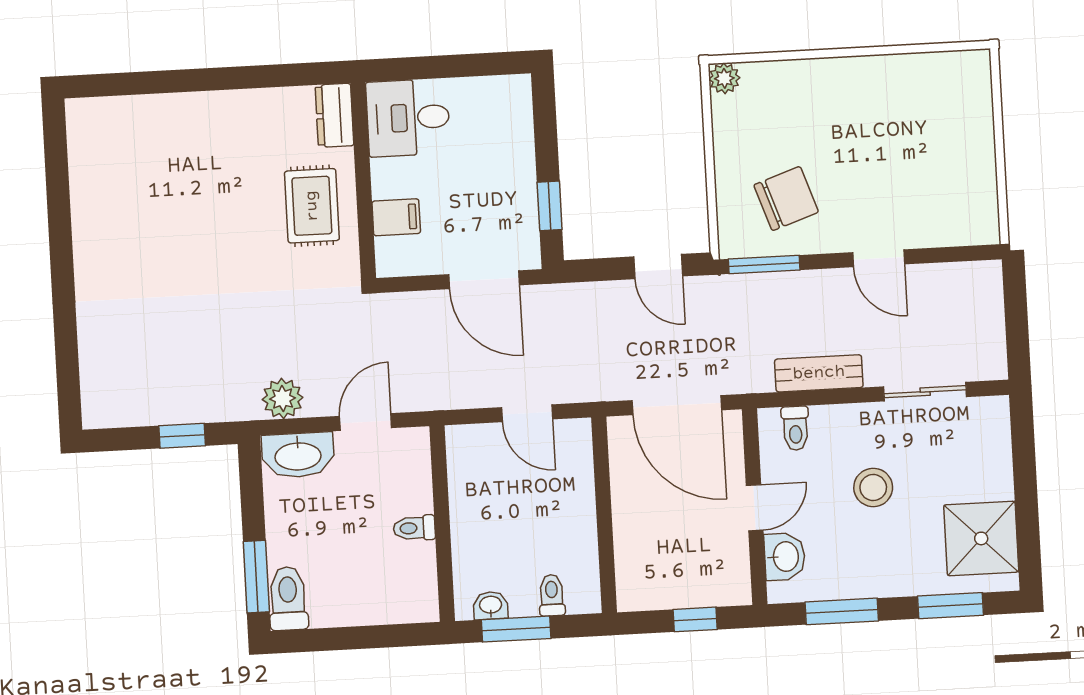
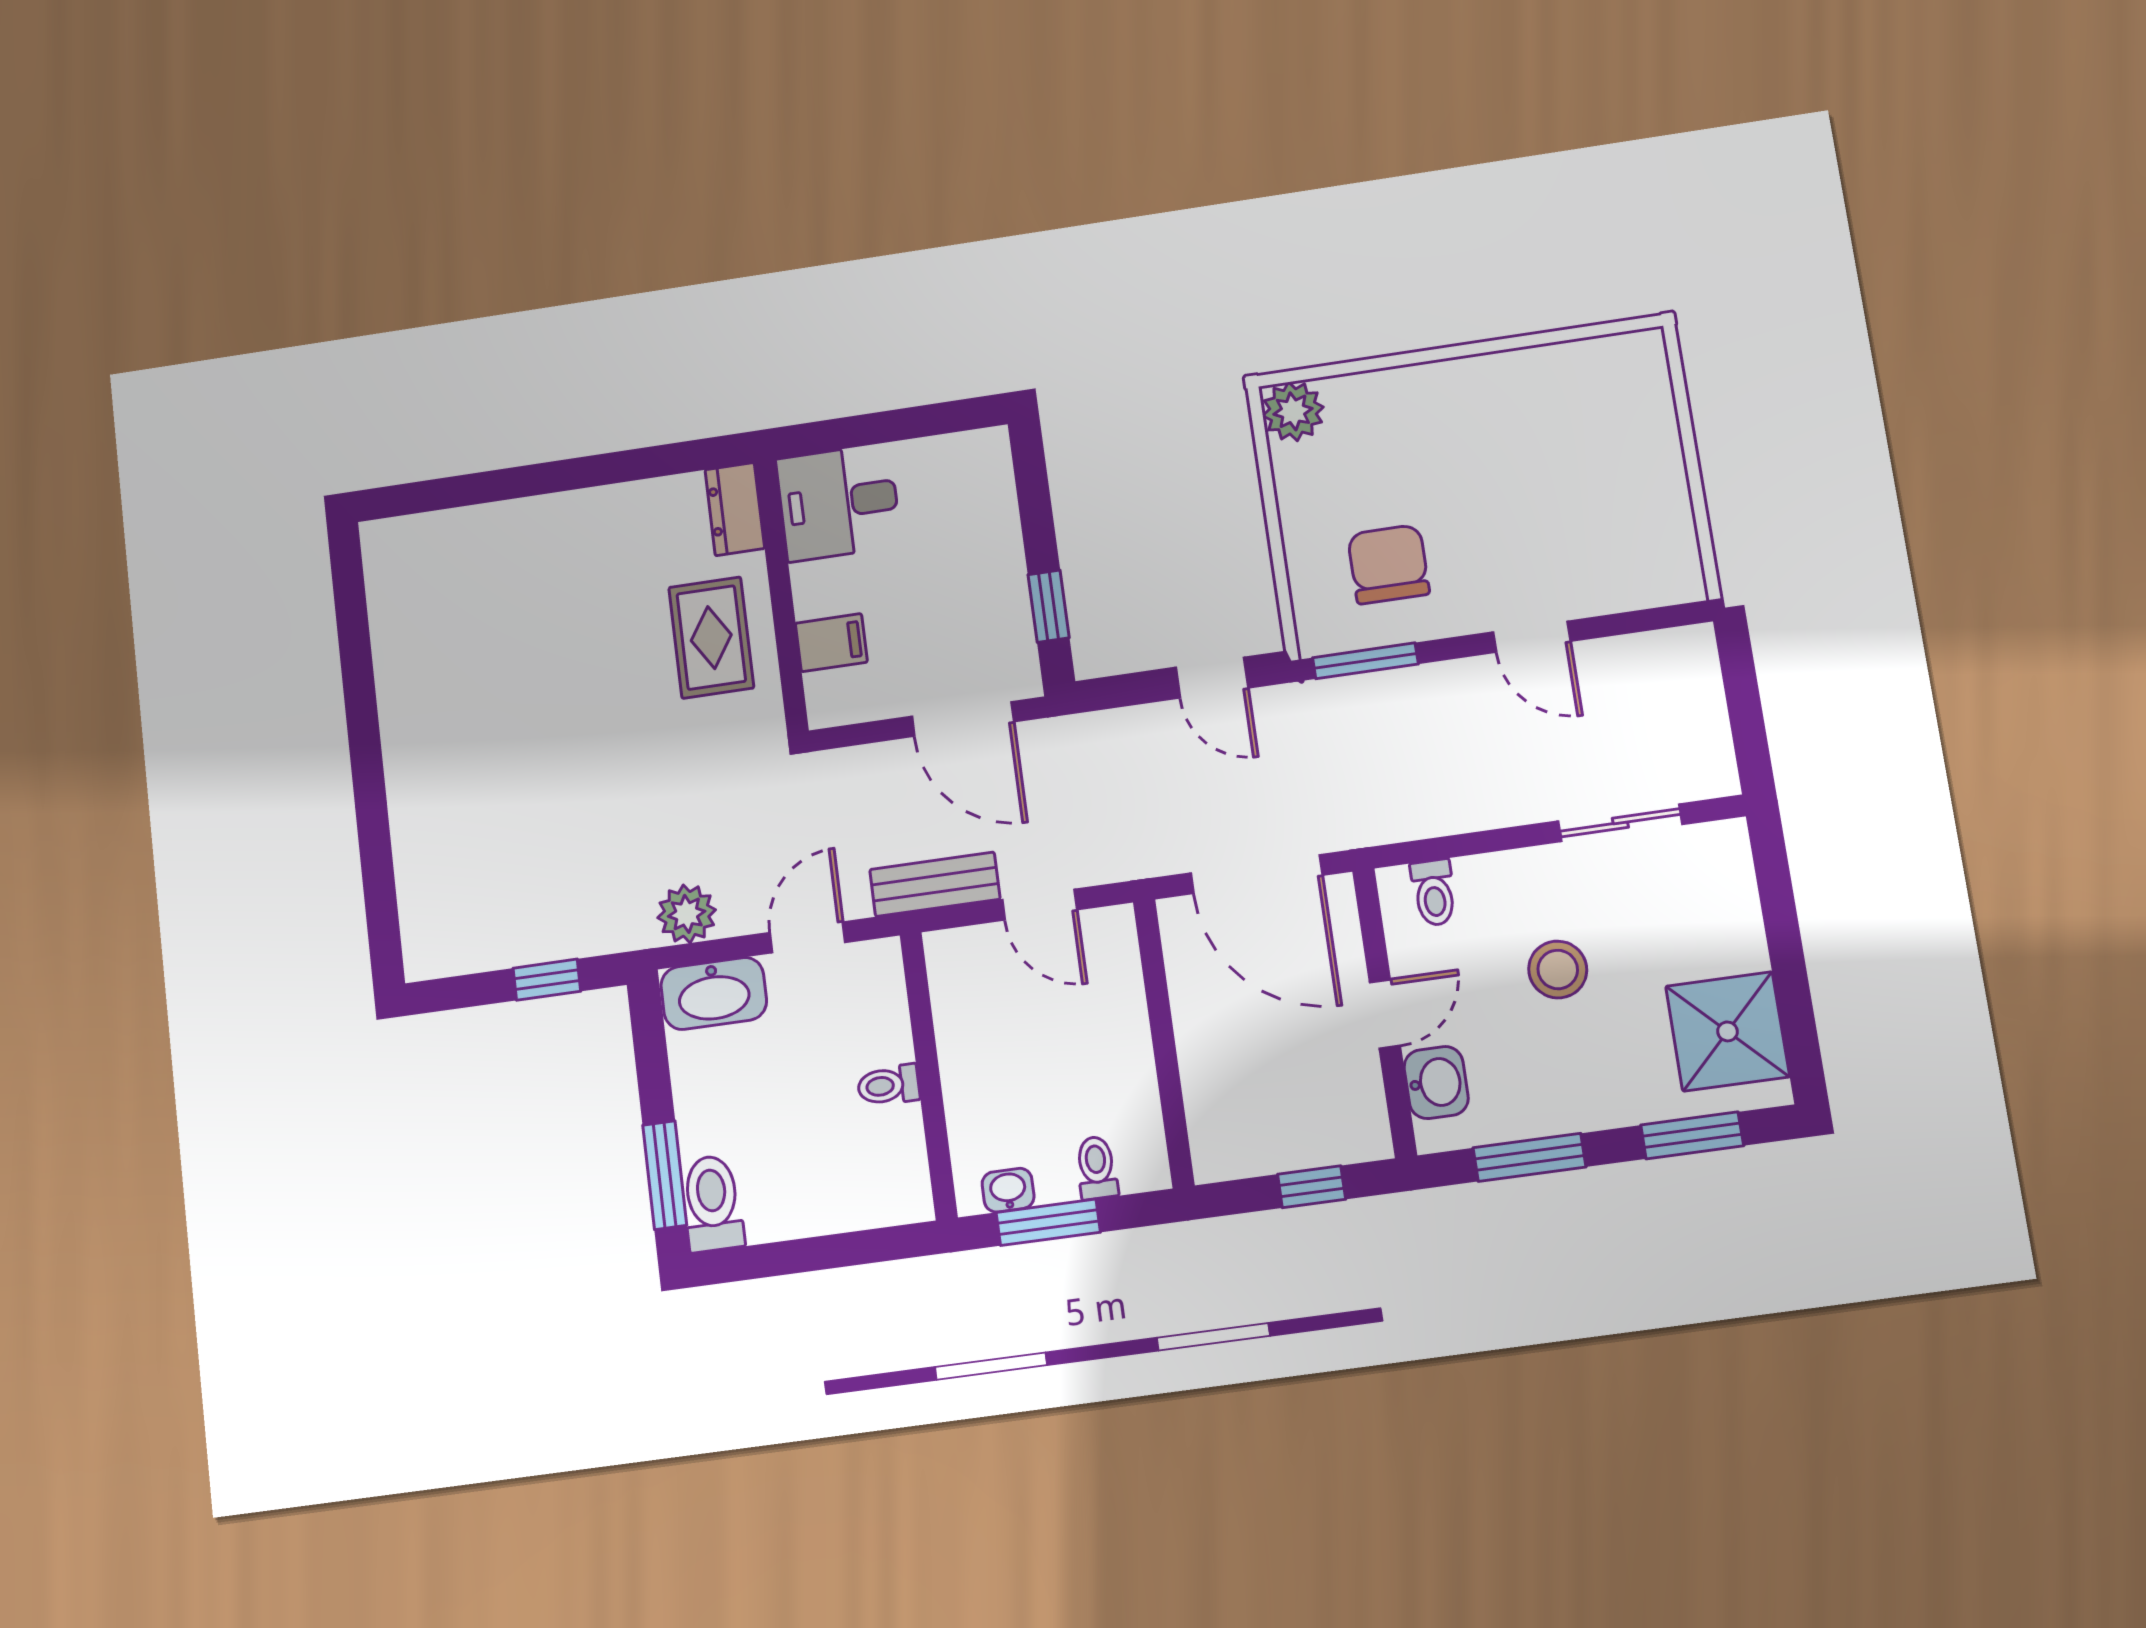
plant: (724, 78) -> (1293, 411), width x1.38, depth x1.38
chair: (786, 198) -> (1388, 564), turned -71
bench: (819, 373) -> (935, 884), moved

